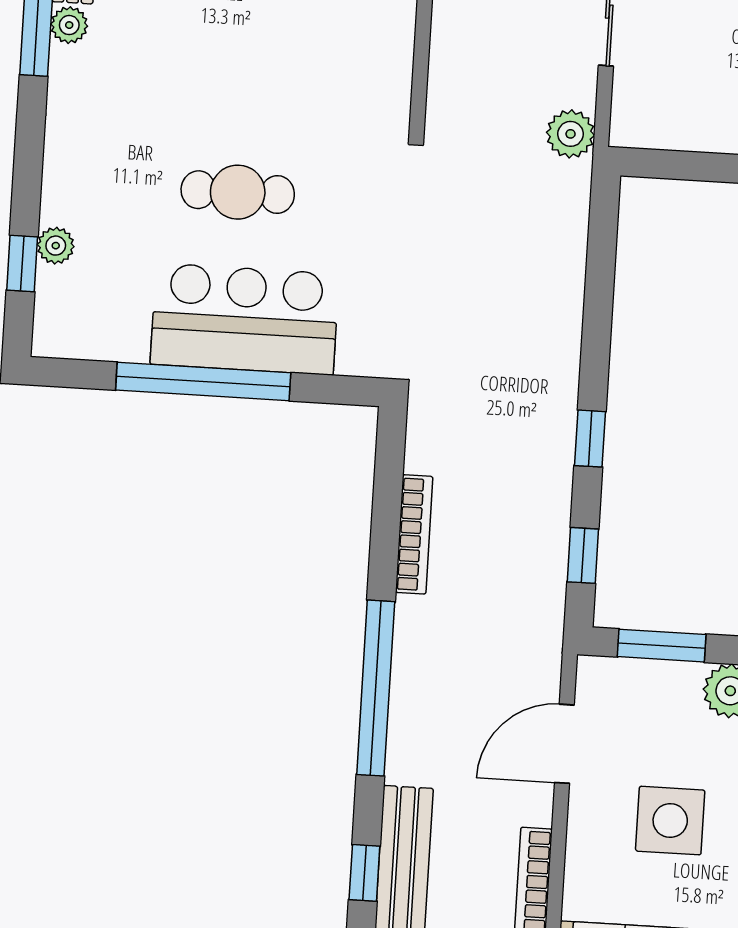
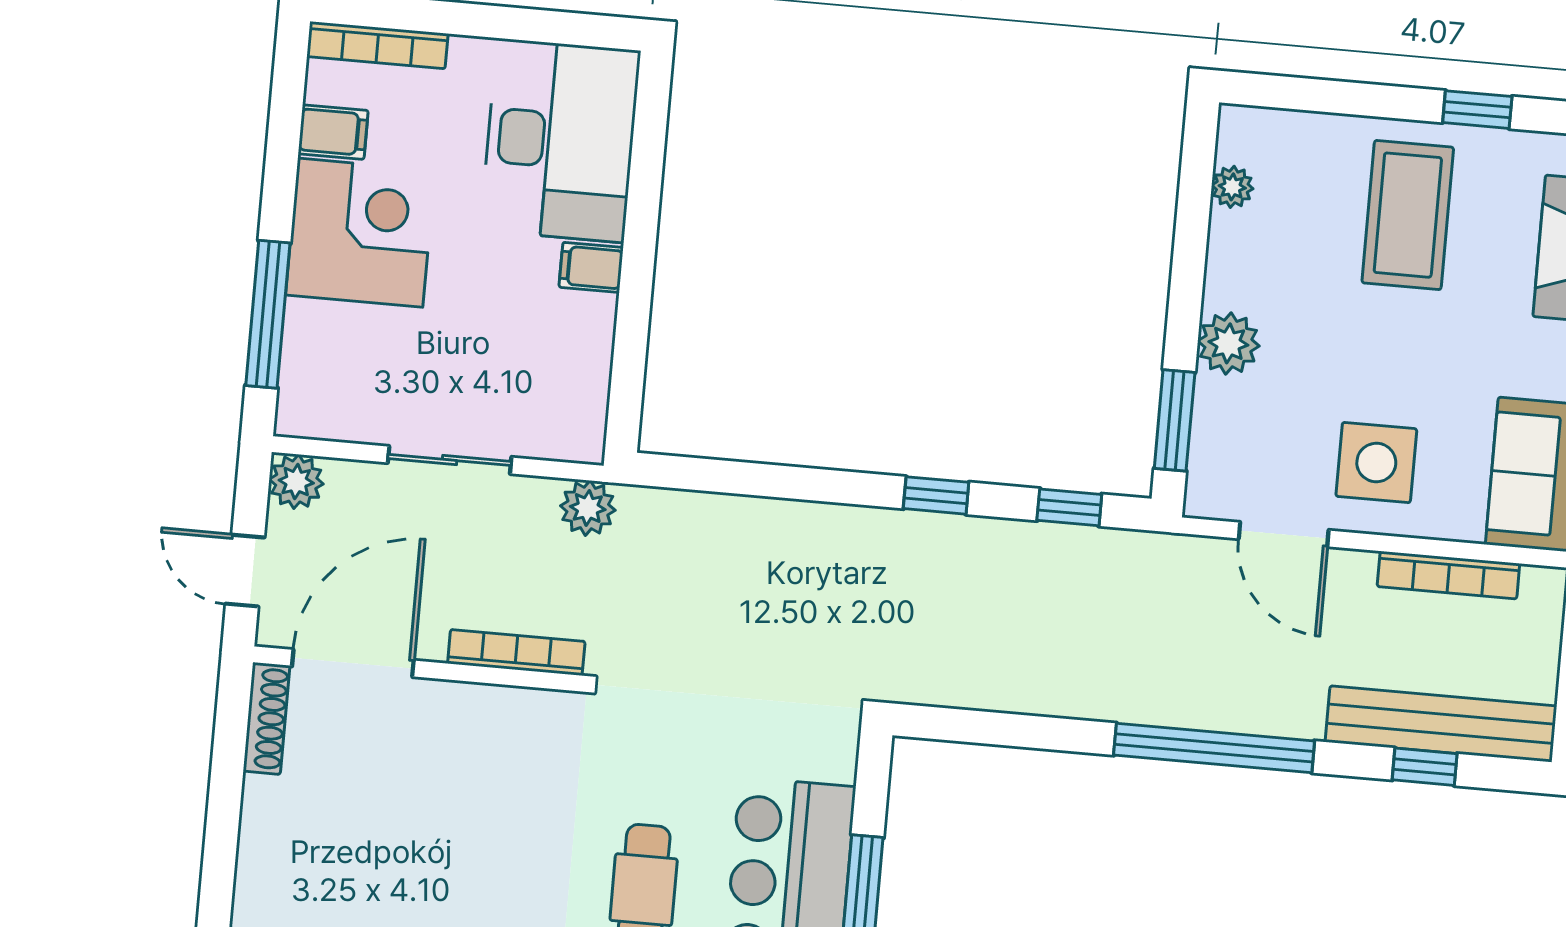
bookcase: (414, 534) -> (516, 652), moved
side table: (670, 821) -> (1376, 463), moved

